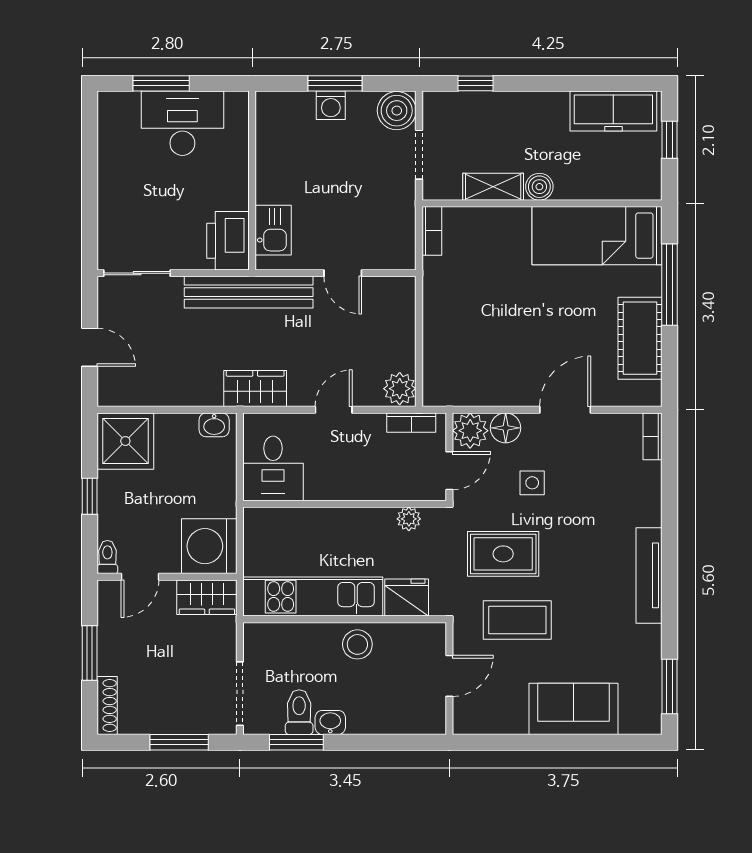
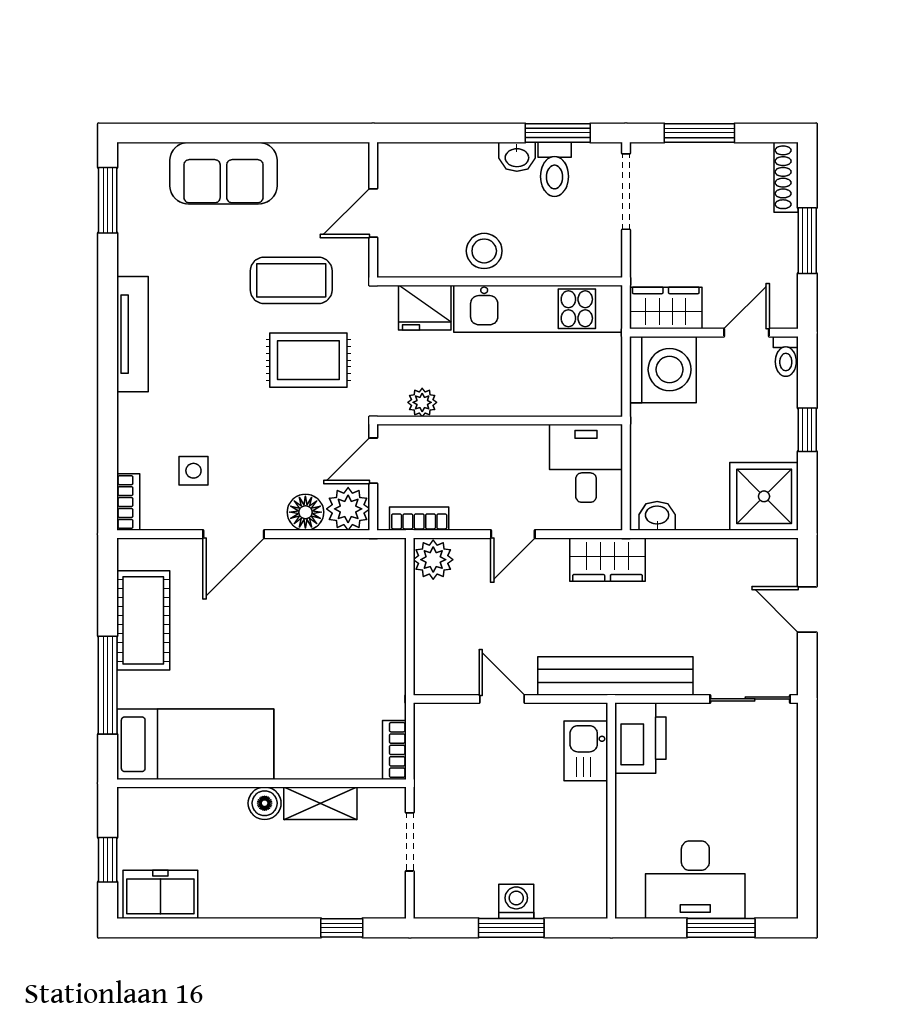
boiler: (397, 111) -> (437, 895), removed
freezer: (613, 111) -> (160, 894), width x0.71
side table: (532, 483) -> (193, 471), moved

